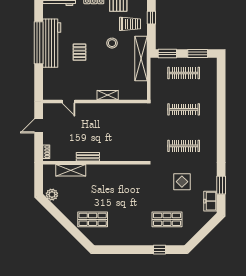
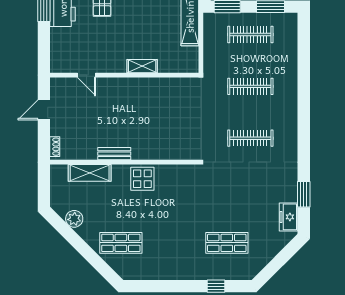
display table: (182, 182) -> (142, 179), moved
plant: (52, 195) -> (74, 219), moved

